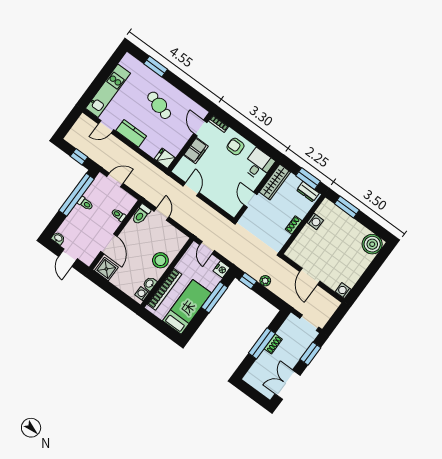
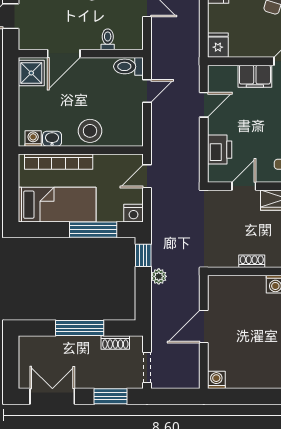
printer: (221, 198) -> (220, 150), added
shoe rack: (273, 344) -> (115, 342), moved

